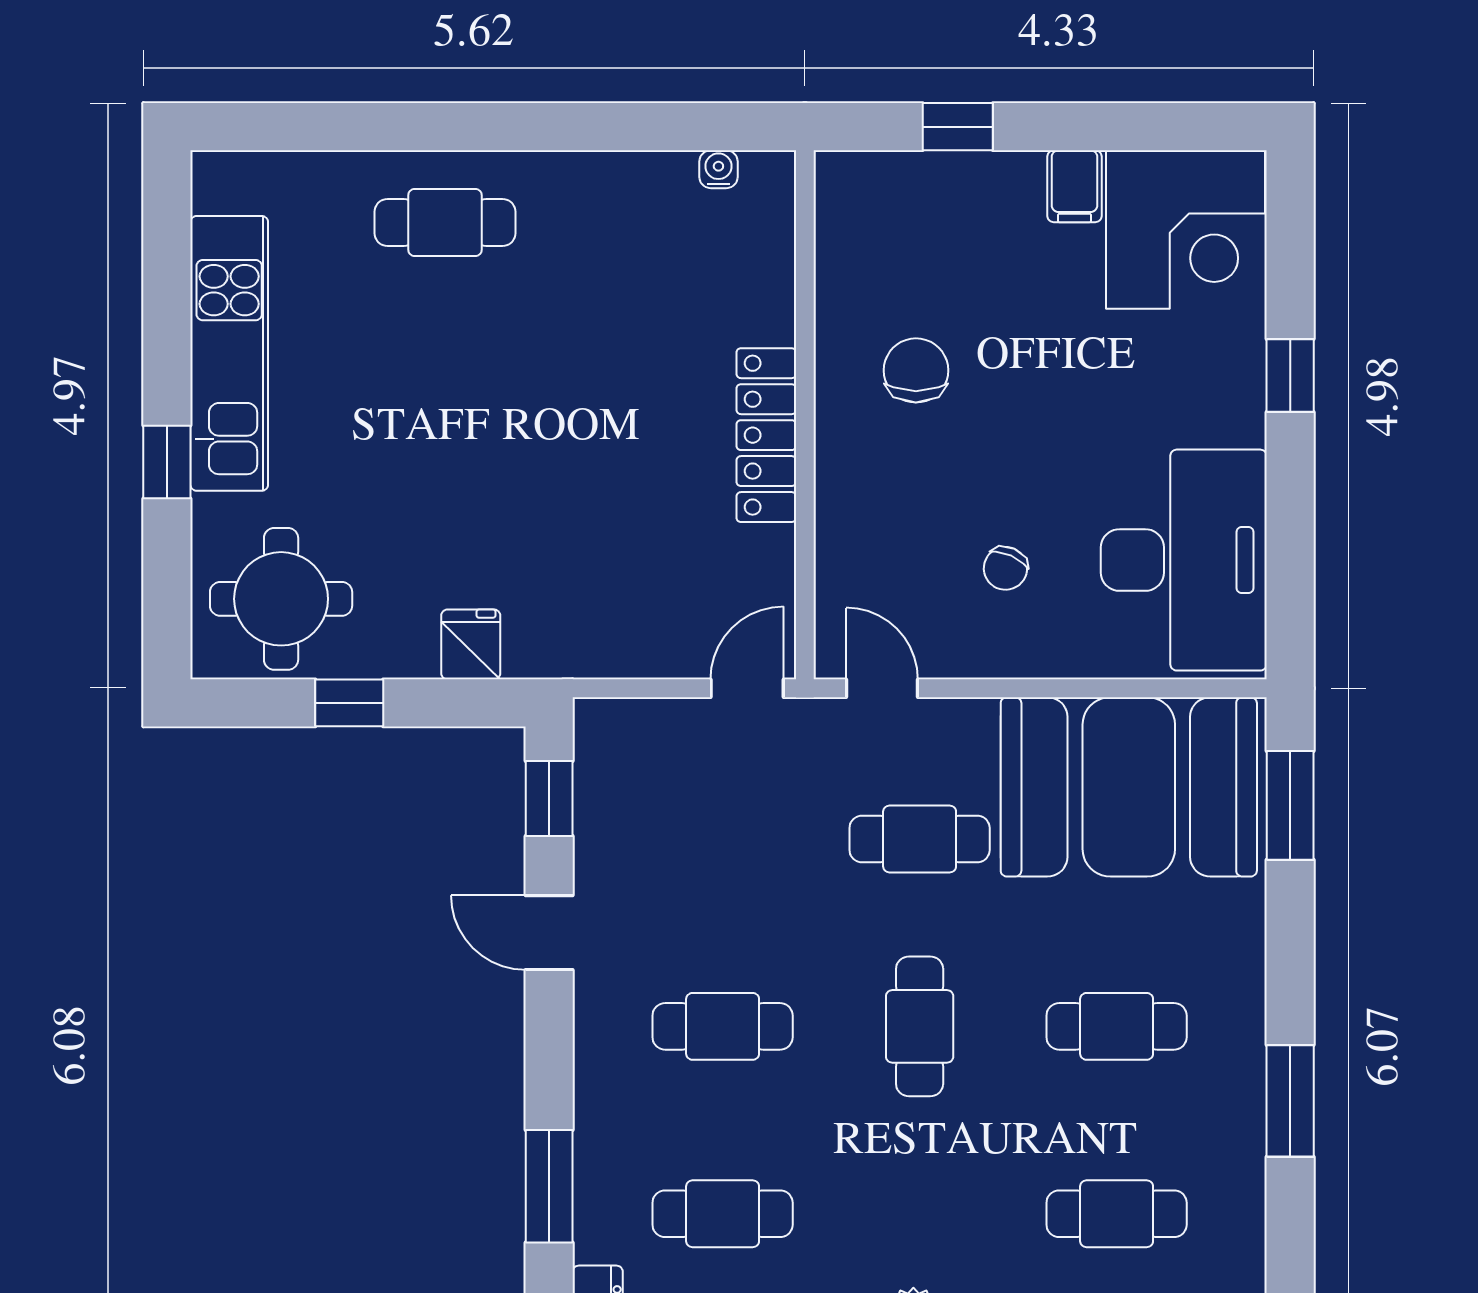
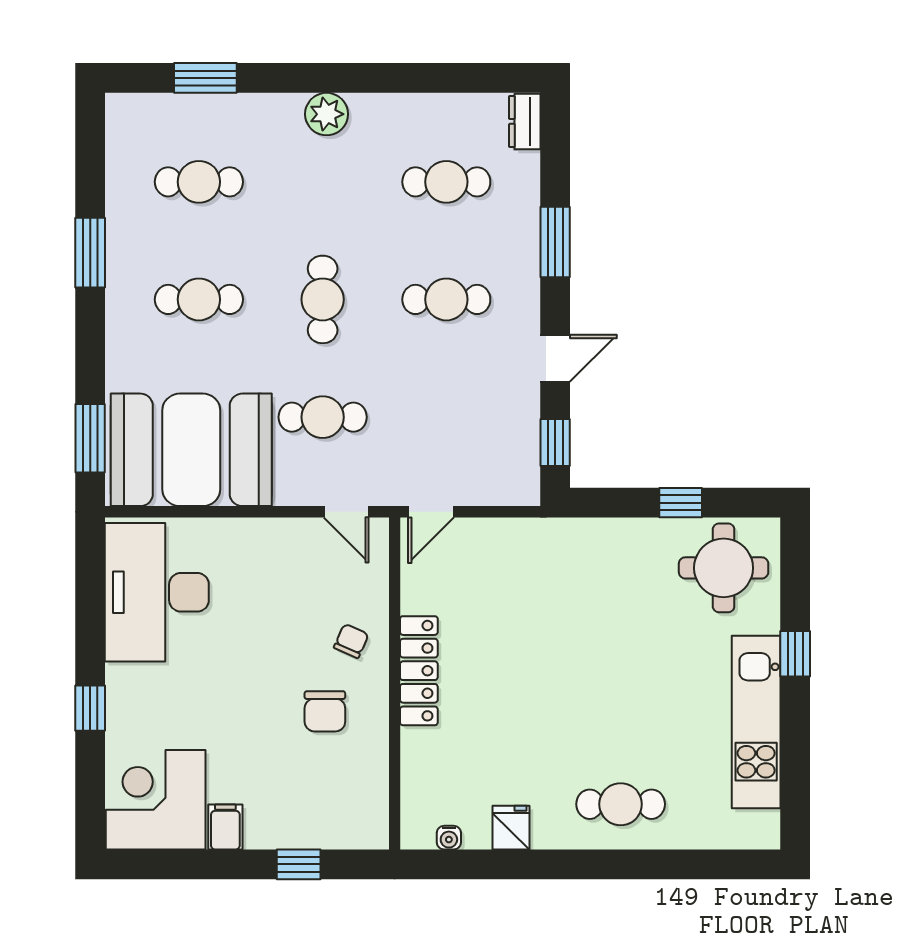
chair: (1005, 568) -> (351, 641), moved
fridge: (471, 644) -> (511, 828), moved, turned 180
door: (549, 933) -> (555, 358), hinge flipped
window: (549, 1186) -> (555, 242), moved

